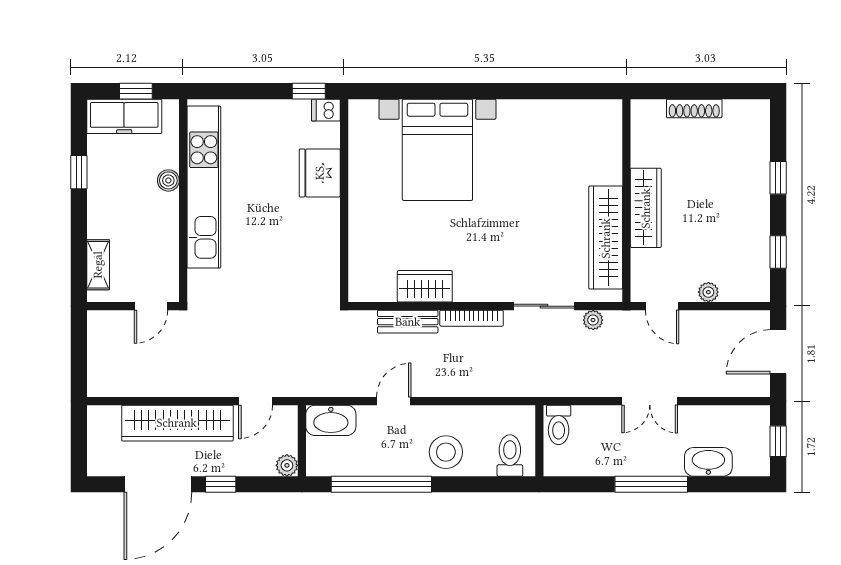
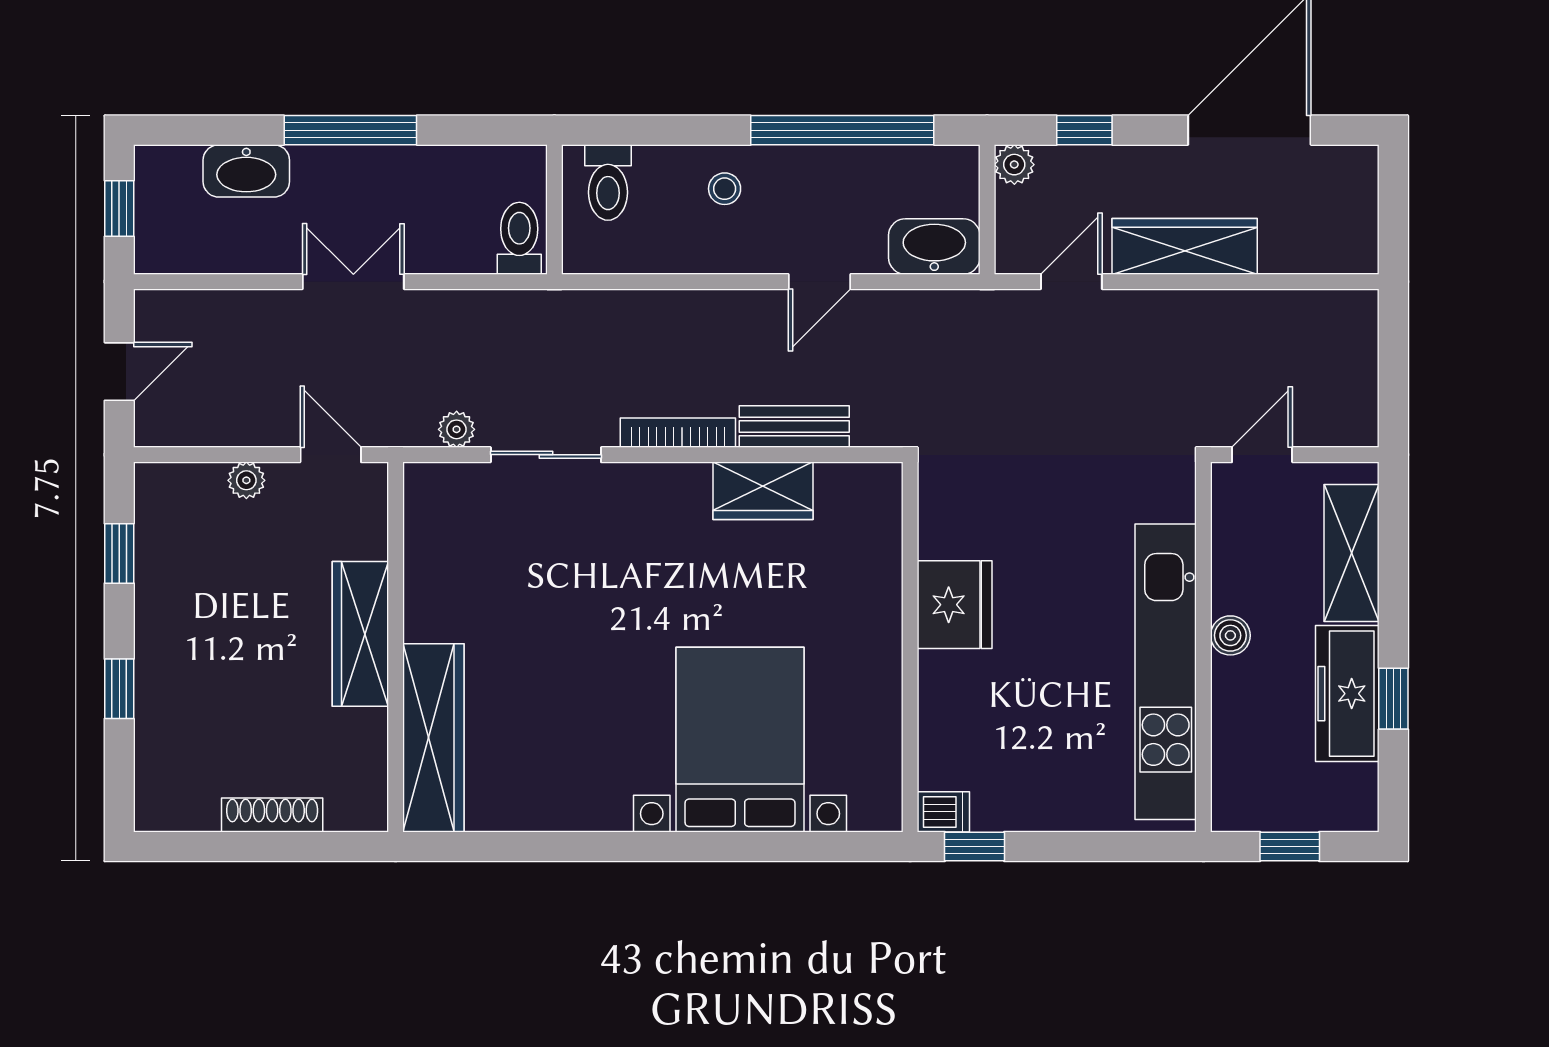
freezer: (124, 116) -> (1347, 694), moved, turned -90
fridge: (320, 173) -> (955, 605), moved
boiler: (168, 180) -> (1230, 635), moved
wardrobe: (606, 238) -> (433, 738), moved
shelving: (98, 265) -> (1352, 553), width x1.50, depth x1.33
door: (778, 352) -> (119, 372), width x0.73
wardrobe: (177, 423) -> (1185, 246), width x0.71, depth x0.85
stool: (446, 452) -> (725, 189), width x0.53, depth x0.53
window: (221, 484) -> (1084, 130), moved

